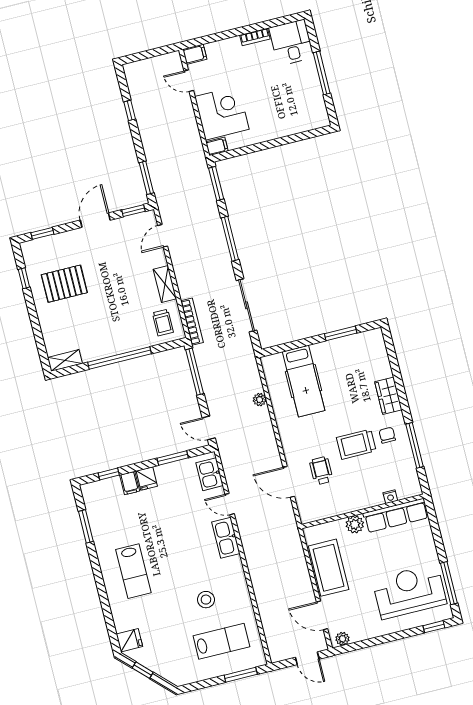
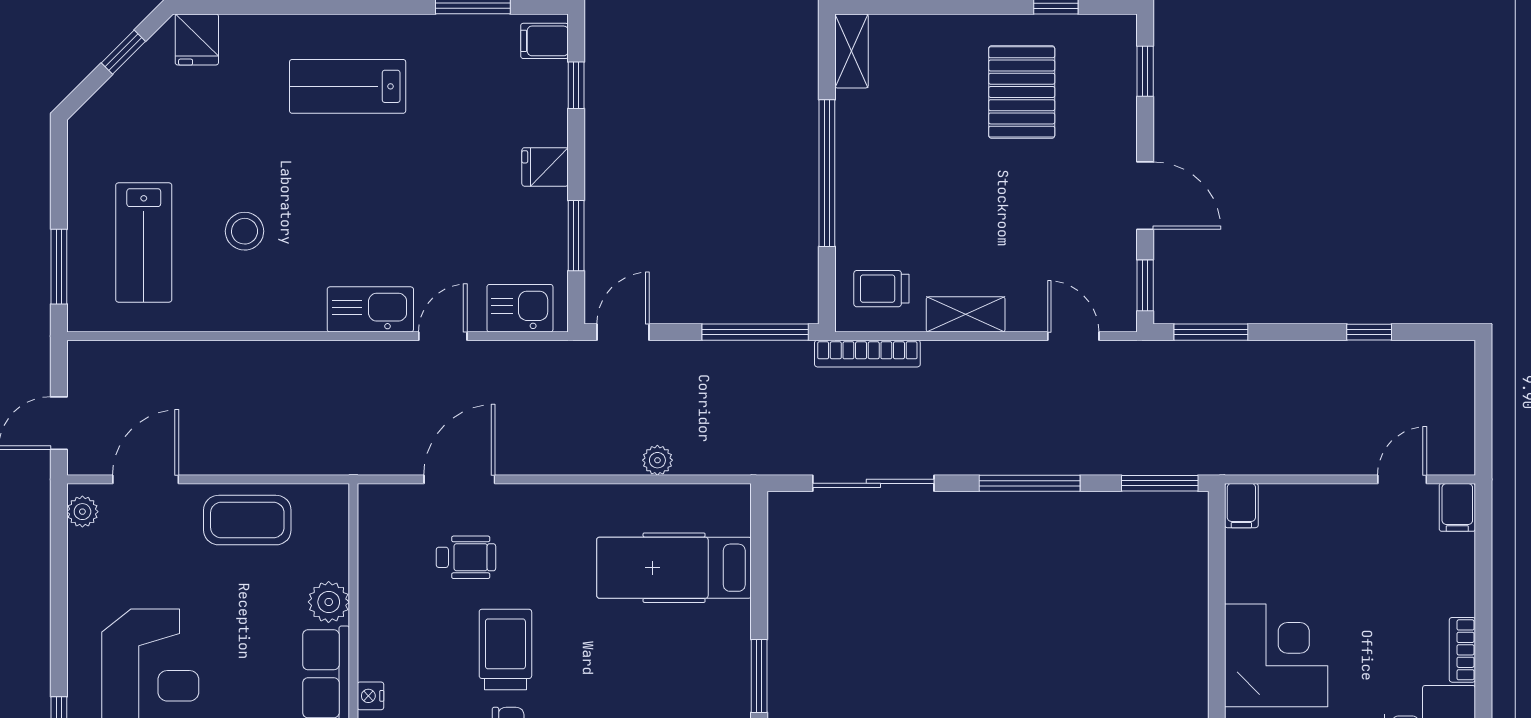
corner desk: (222, 113) -> (1276, 655), moved, turned -90
filing cabinet: (130, 483) -> (544, 41), moved
coffee table: (329, 568) -> (247, 520), width x0.73, depth x0.76

